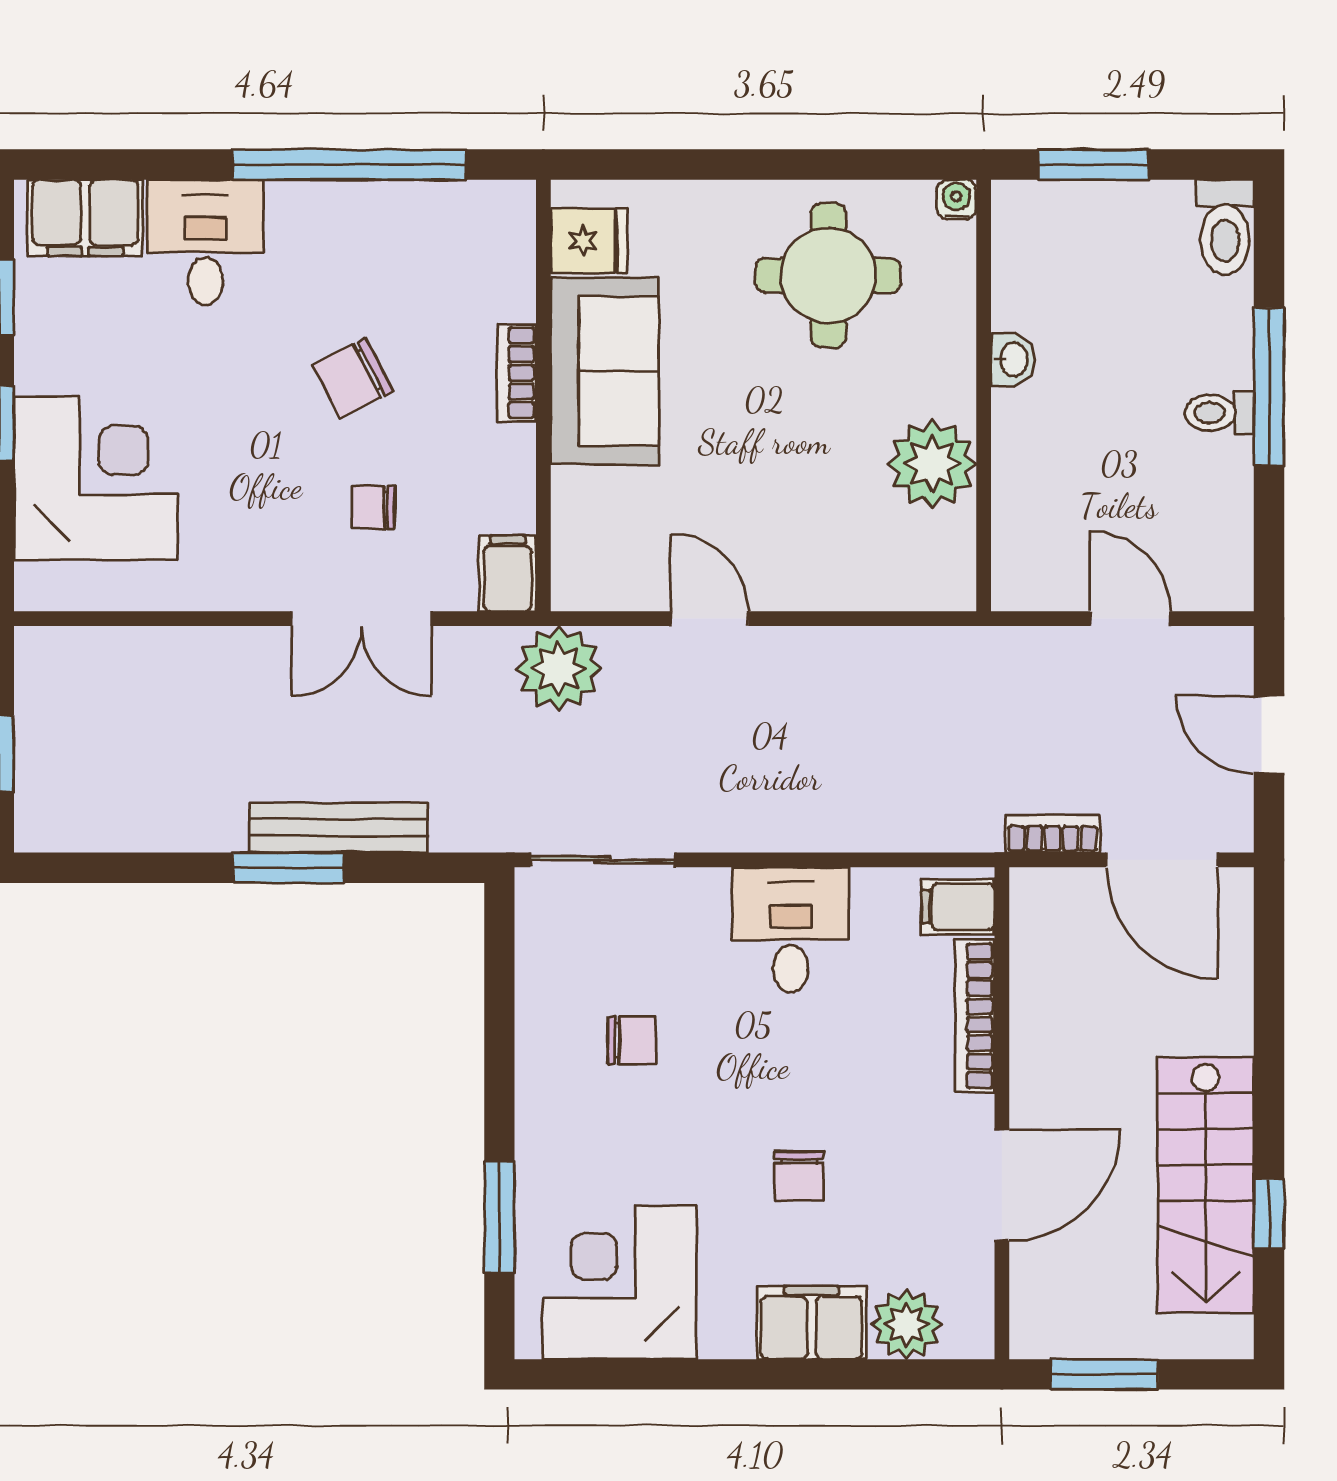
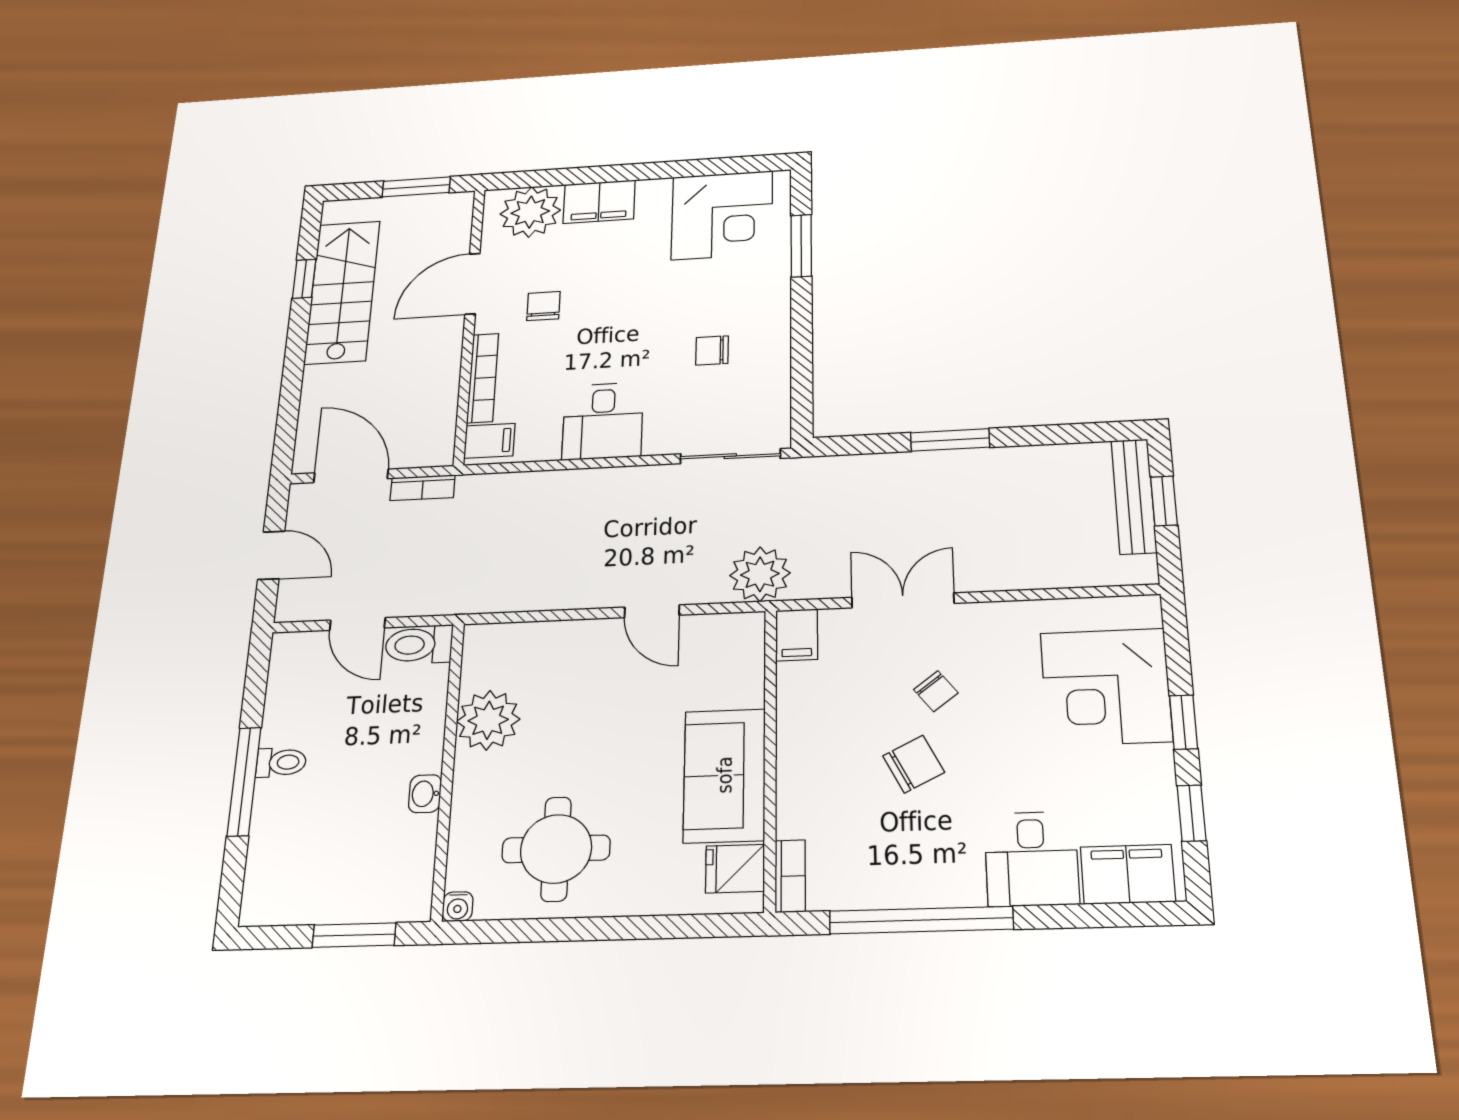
toilet: (1225, 227) -> (419, 645), moved, turned -90
bookcase: (517, 373) -> (790, 876), moved
chair: (373, 507) -> (936, 691), moved, turned 52
bench: (338, 828) -> (1134, 496), moved, turned 90
chair: (799, 1176) -> (543, 306), moved
plant: (906, 1324) -> (530, 212), width x1.36, depth x1.36

